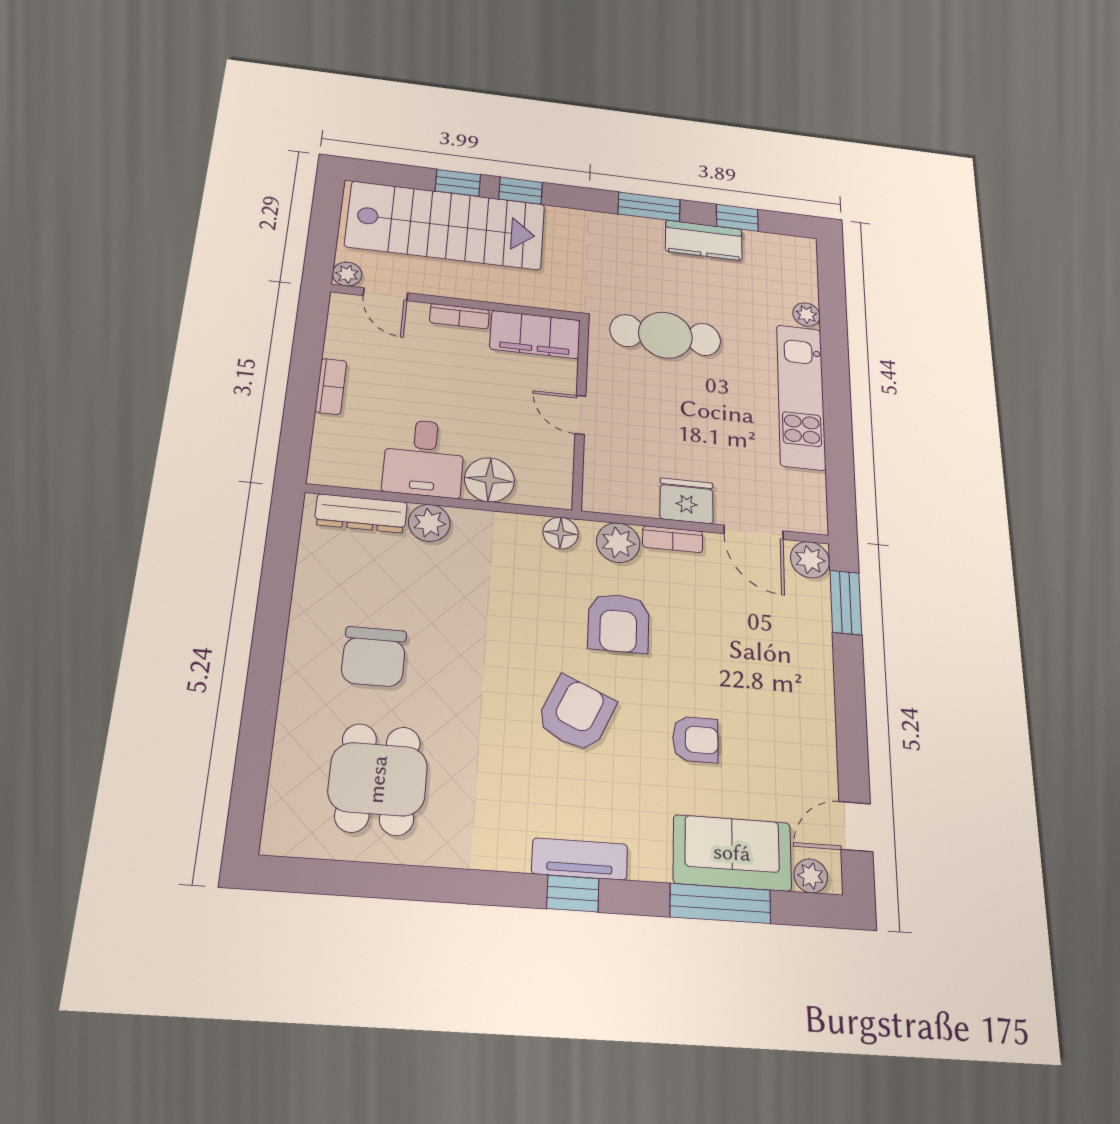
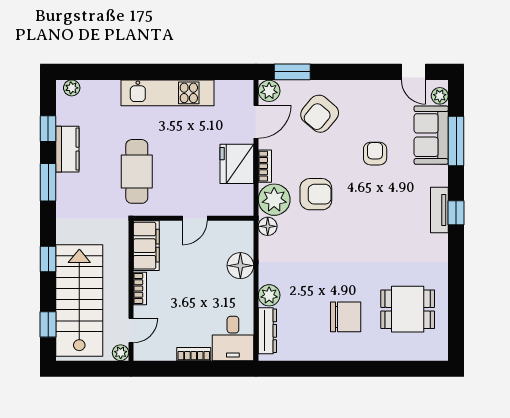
window: (458, 183) -> (48, 324), moved
plant: (806, 315) -> (72, 88), moved
desk: (424, 458) -> (233, 338), moved, turned 90
fridge: (687, 501) -> (237, 164), width x1.36, depth x1.34
plant: (618, 543) -> (274, 200), width x1.36, depth x1.36
armchair: (576, 714) -> (320, 114), moved, turned -74

